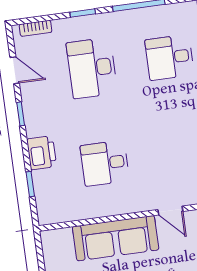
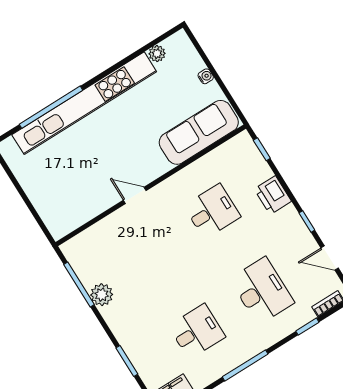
window: (83, 13) -> (307, 327), moved
window: (30, 184) -> (262, 149), moved
sofa: (116, 238) -> (199, 132), moved

